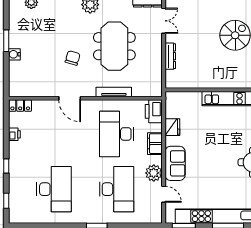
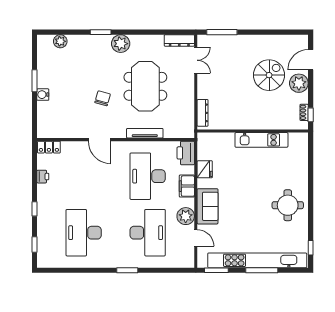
dresser: (170, 56) -> (203, 113), moved
desk: (54, 189) -> (84, 233), turned 180

